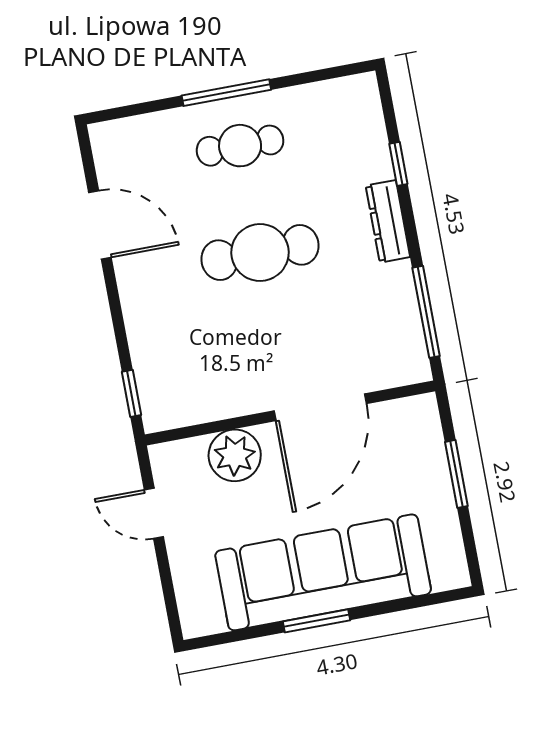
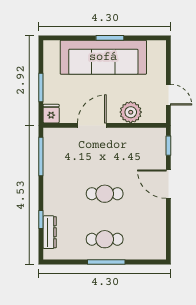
dresser: (388, 221) -> (50, 232), moved
door: (100, 225) -> (168, 184), moved
cafe table: (260, 252) -> (105, 194), width x0.73, depth x0.74
door: (320, 407) -> (92, 125), width x0.73
fridge: (421, 417) -> (51, 114), added

